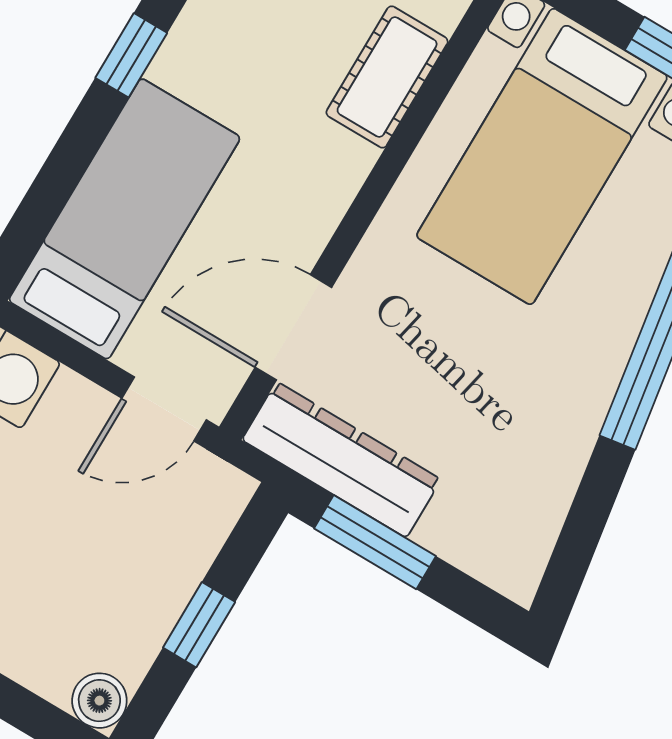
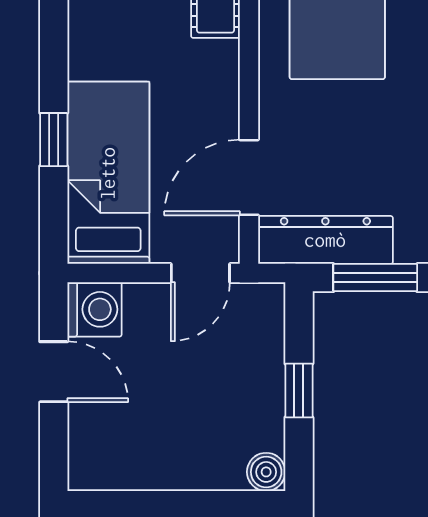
window: (131, 55) -> (54, 140), moved

